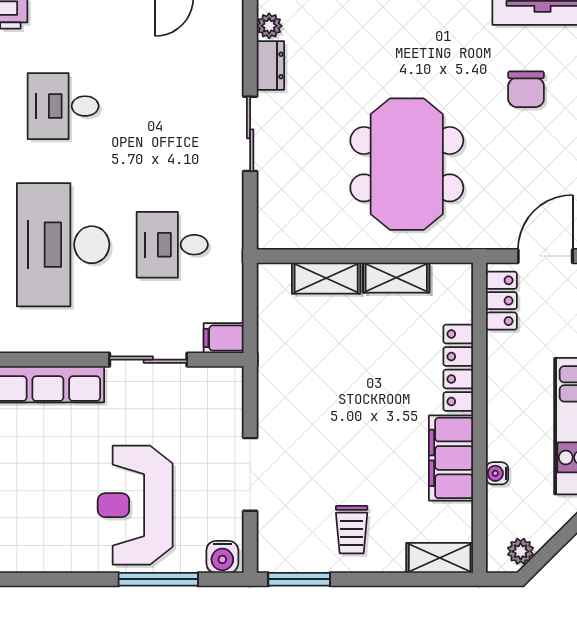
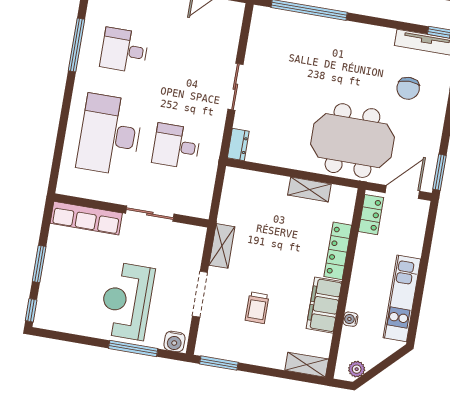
plant: (269, 26) -> (258, 23), removed
dresser: (270, 65) -> (238, 145), moved
meeting table: (407, 164) -> (352, 141), moved, turned 90
shelving: (326, 278) -> (222, 246), moved, turned 90
filing cabinet: (224, 338) -> (198, 208), removed
trolley: (352, 530) -> (257, 308), moved

